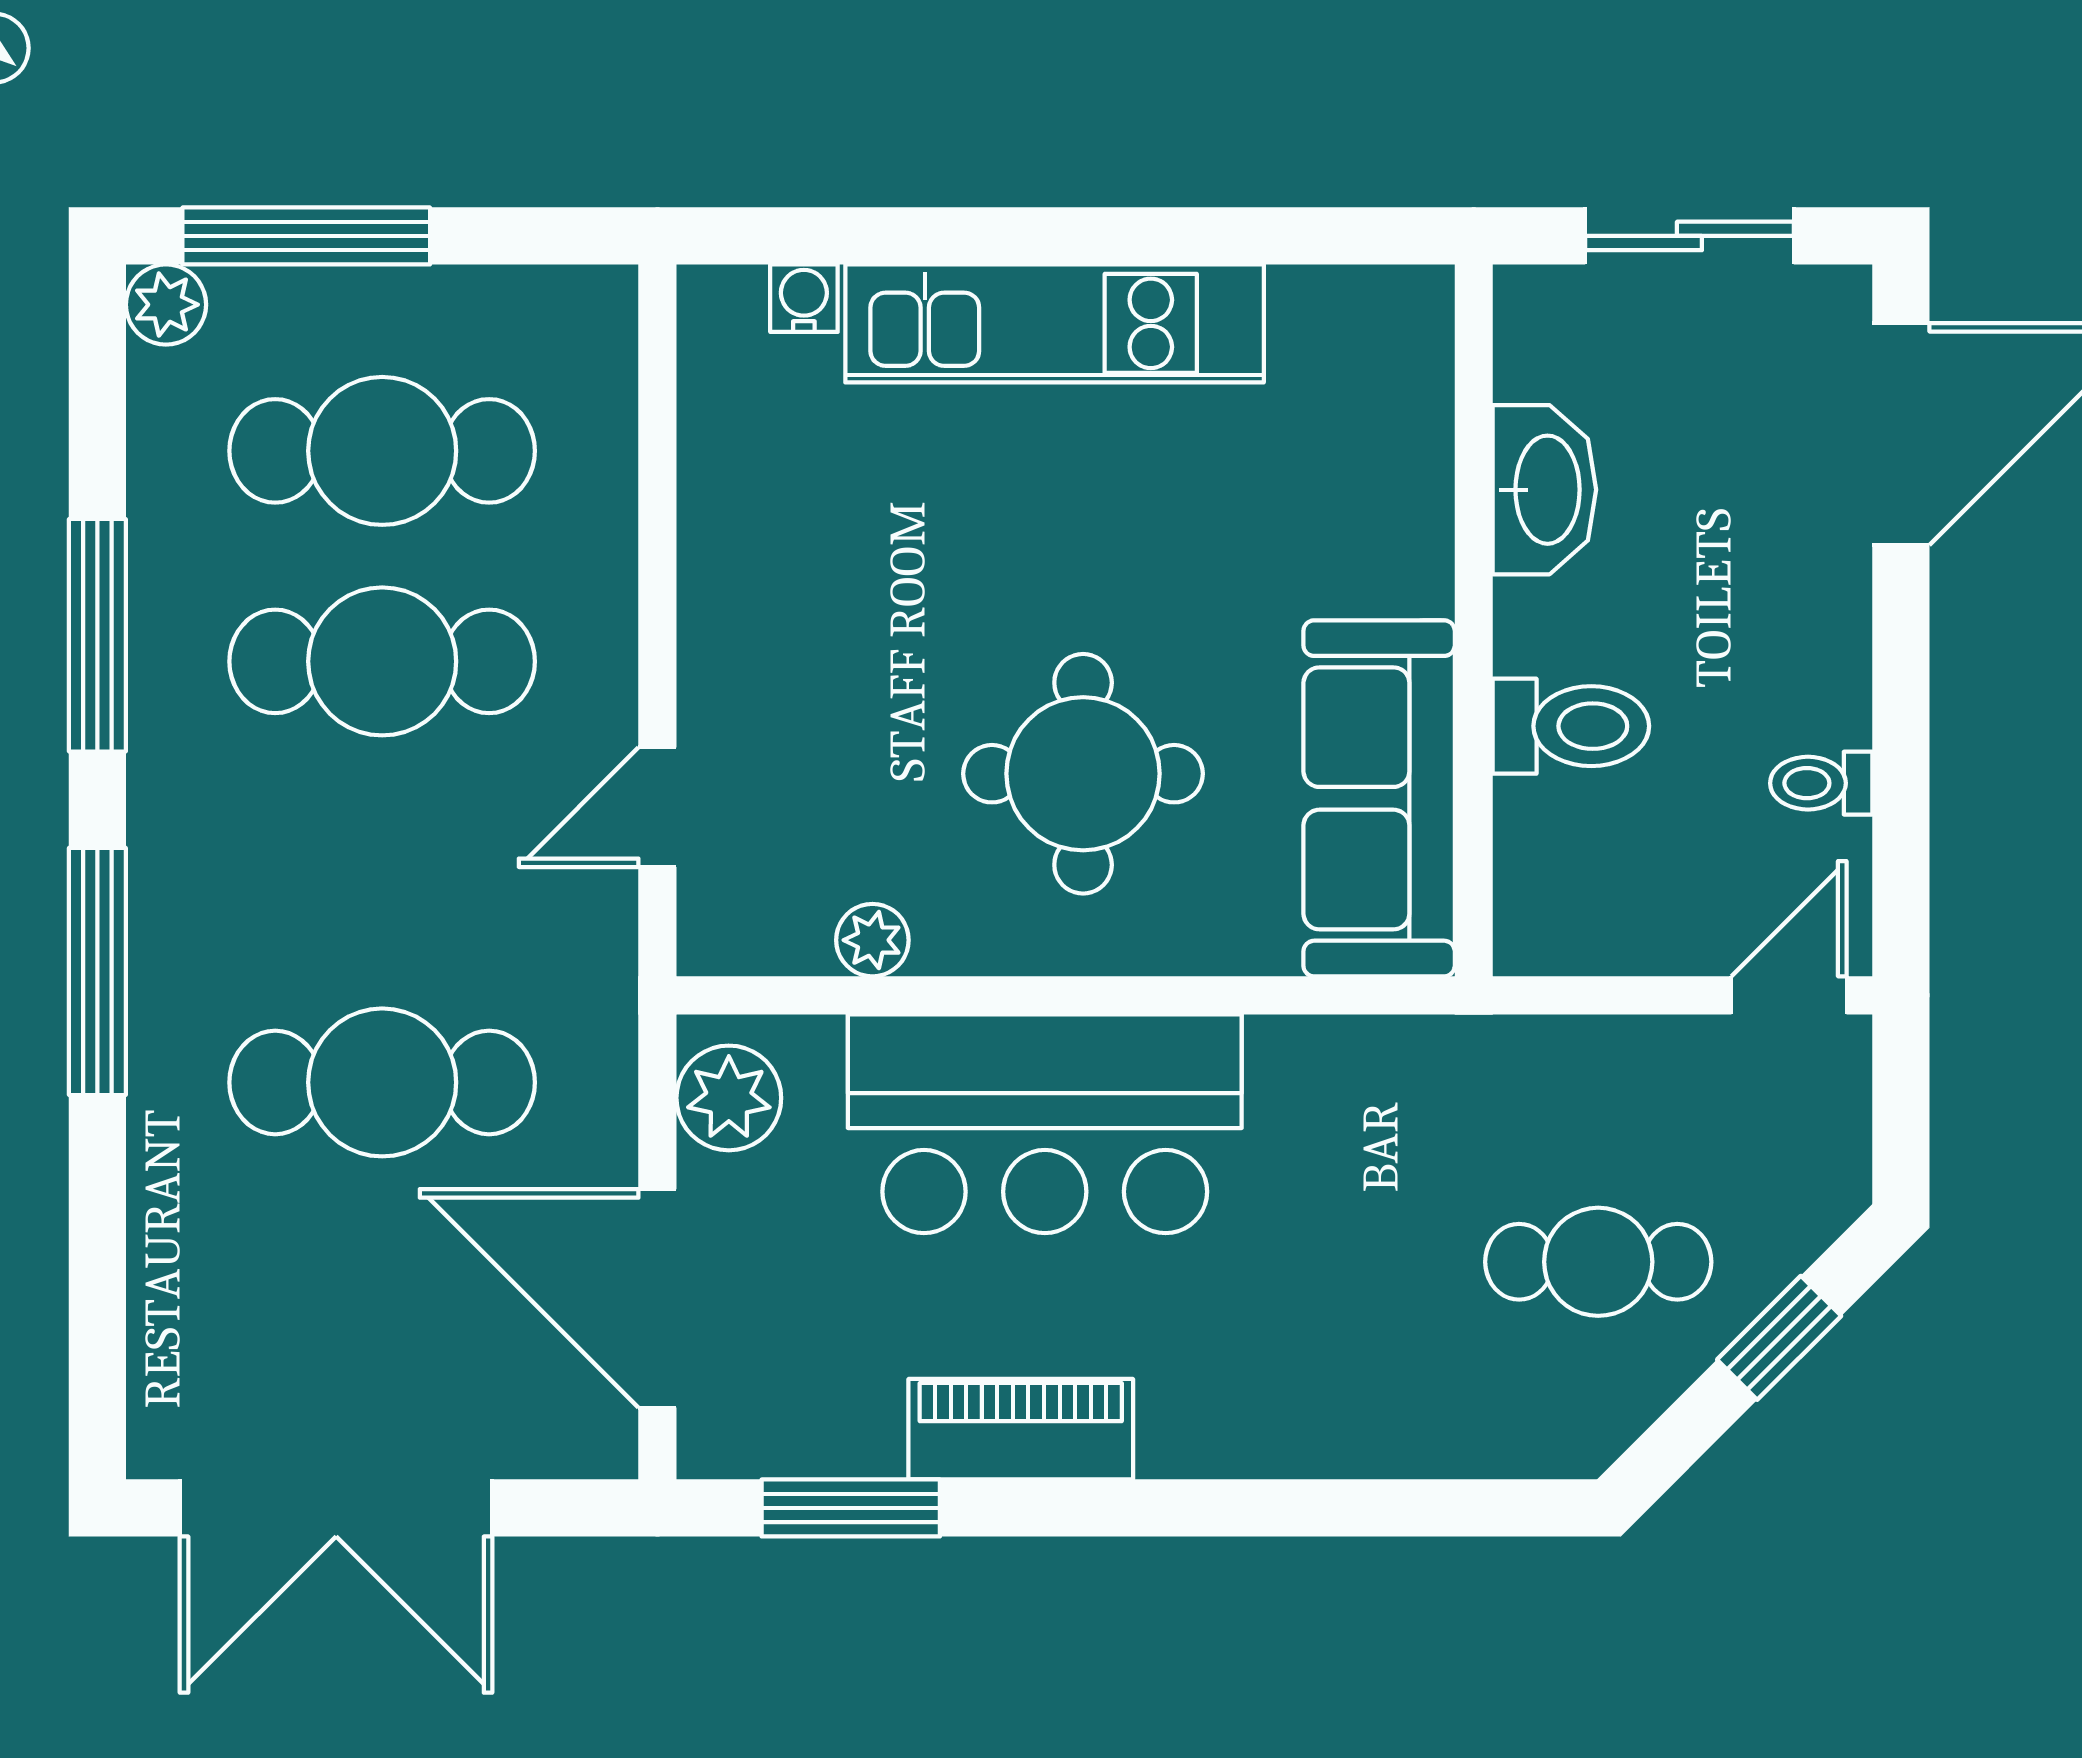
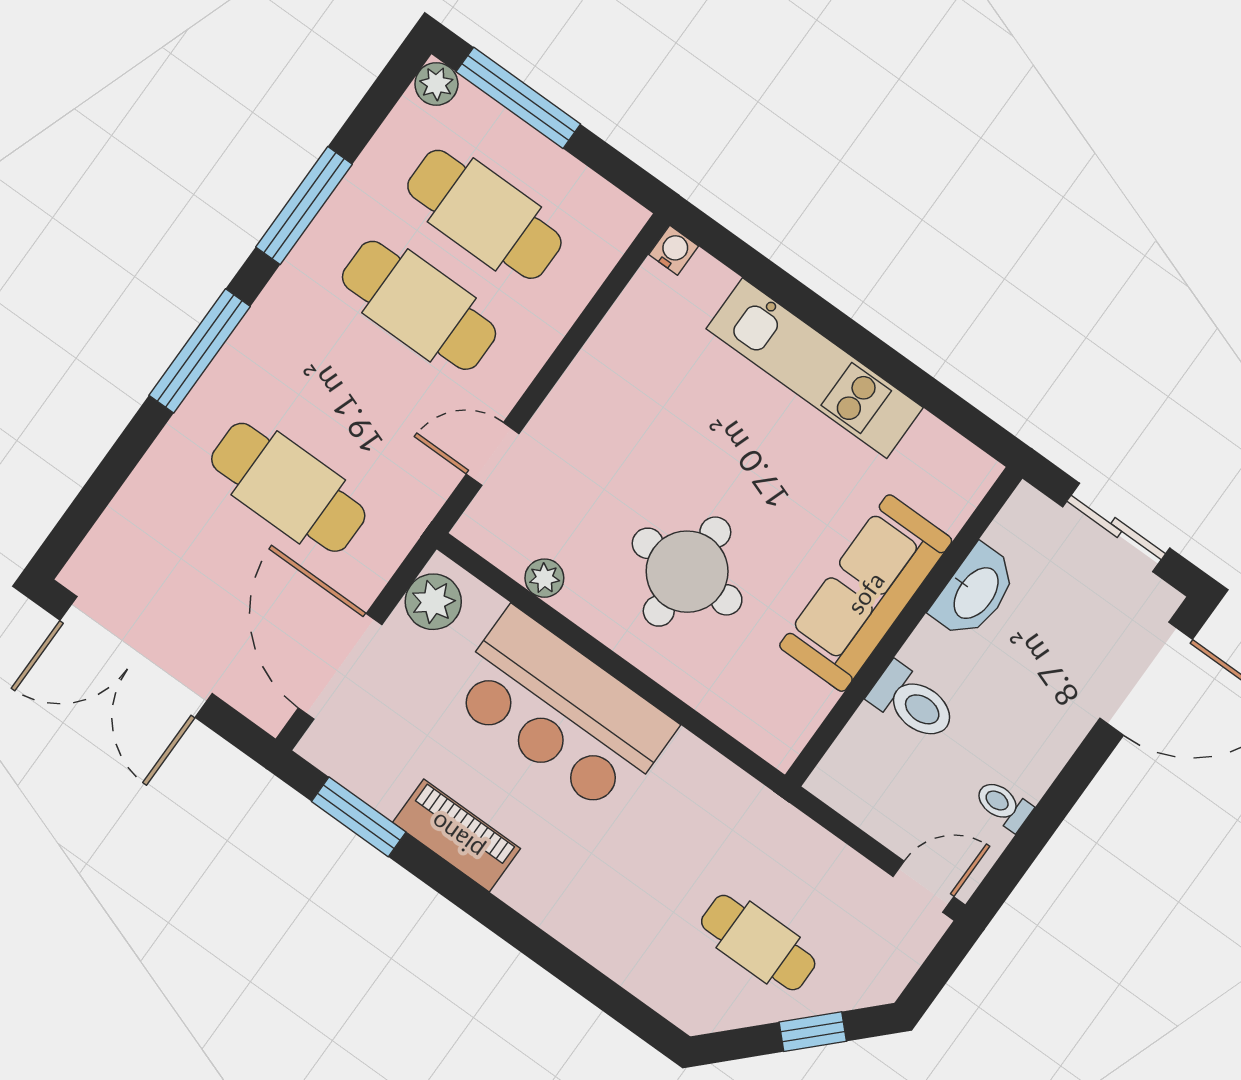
water cooler: (804, 298) -> (674, 250), moved
sofa: (1379, 798) -> (866, 593), moved

